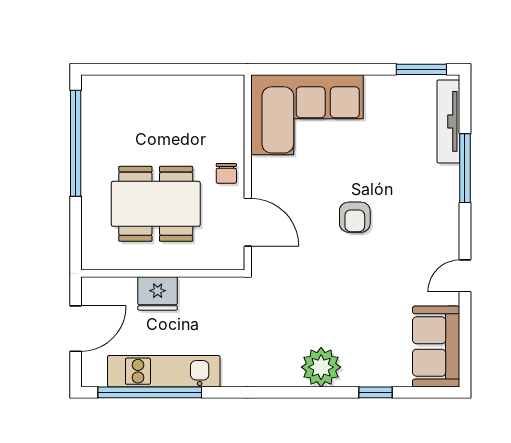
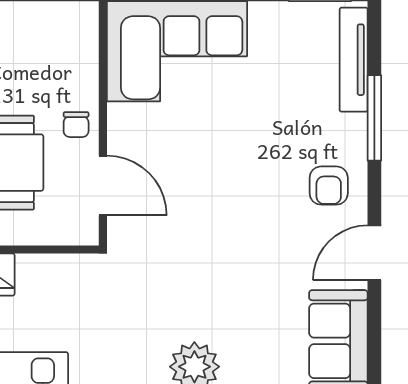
armchair: (355, 217) -> (329, 186), moved
door: (465, 276) -> (374, 253), width x1.38

